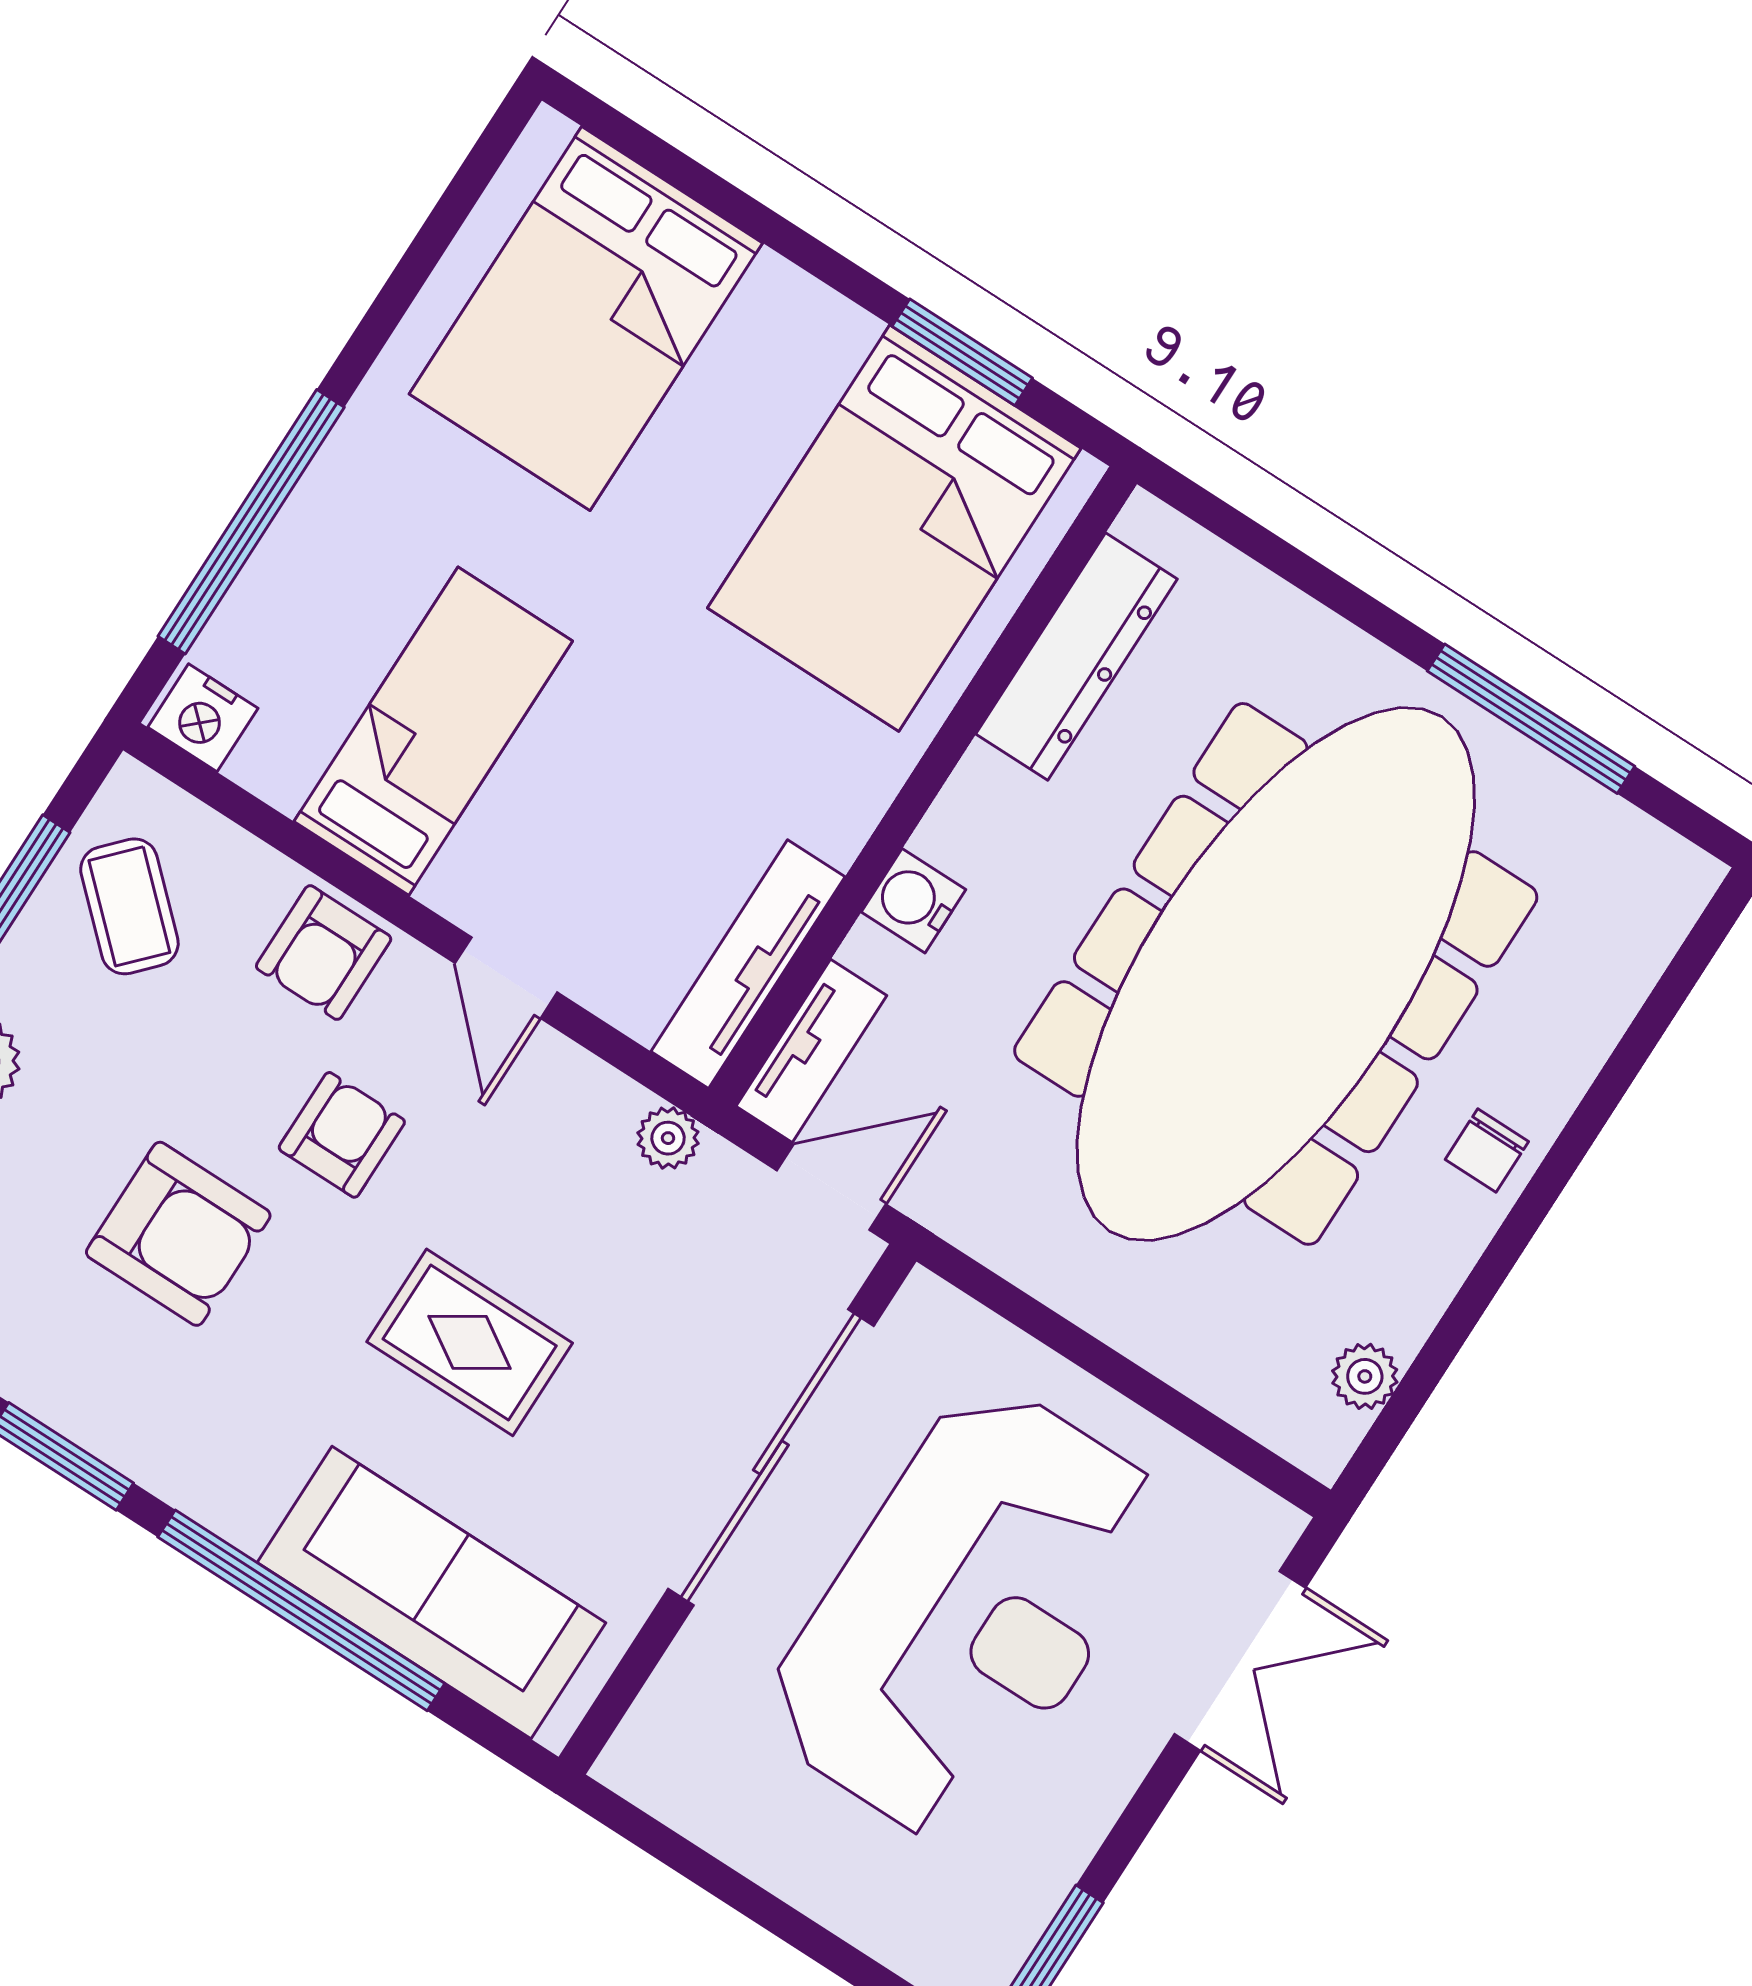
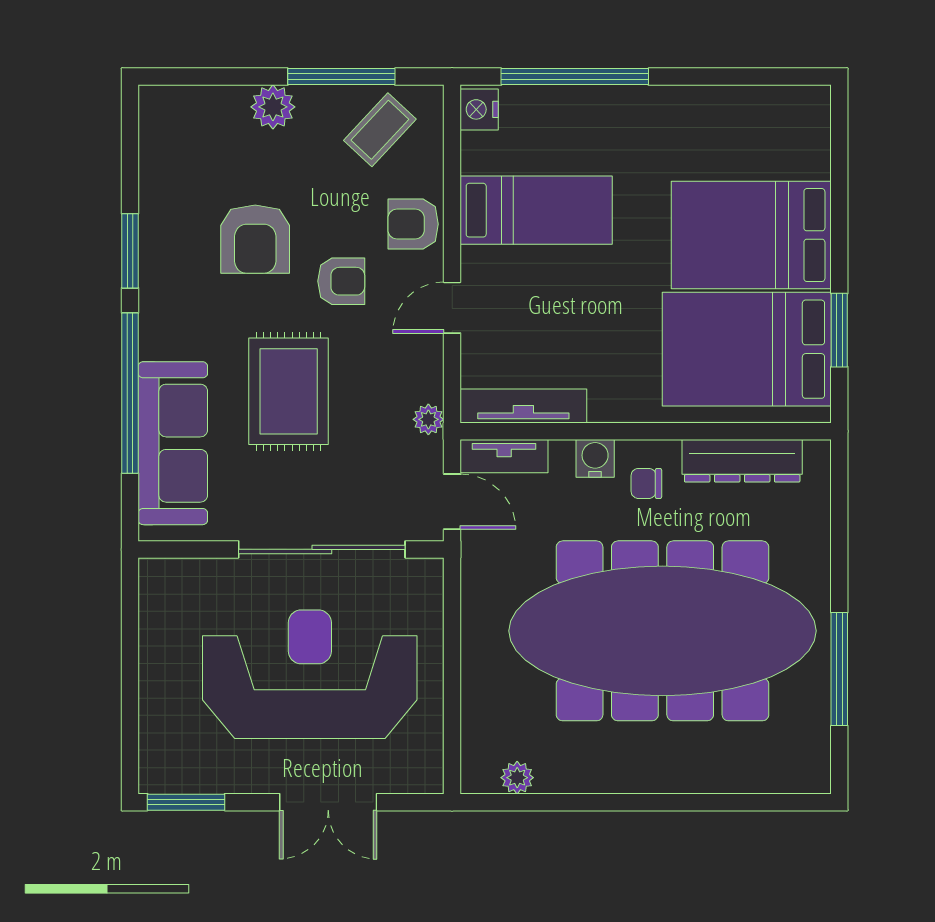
bed: (586, 318) -> (751, 235), moved
chair: (1487, 1150) -> (646, 483), moved
rug: (470, 1342) -> (289, 391), width x1.36, depth x1.43
reception desk: (967, 1613) -> (310, 674), turned 180
double door: (1240, 1661) -> (328, 802), moved

